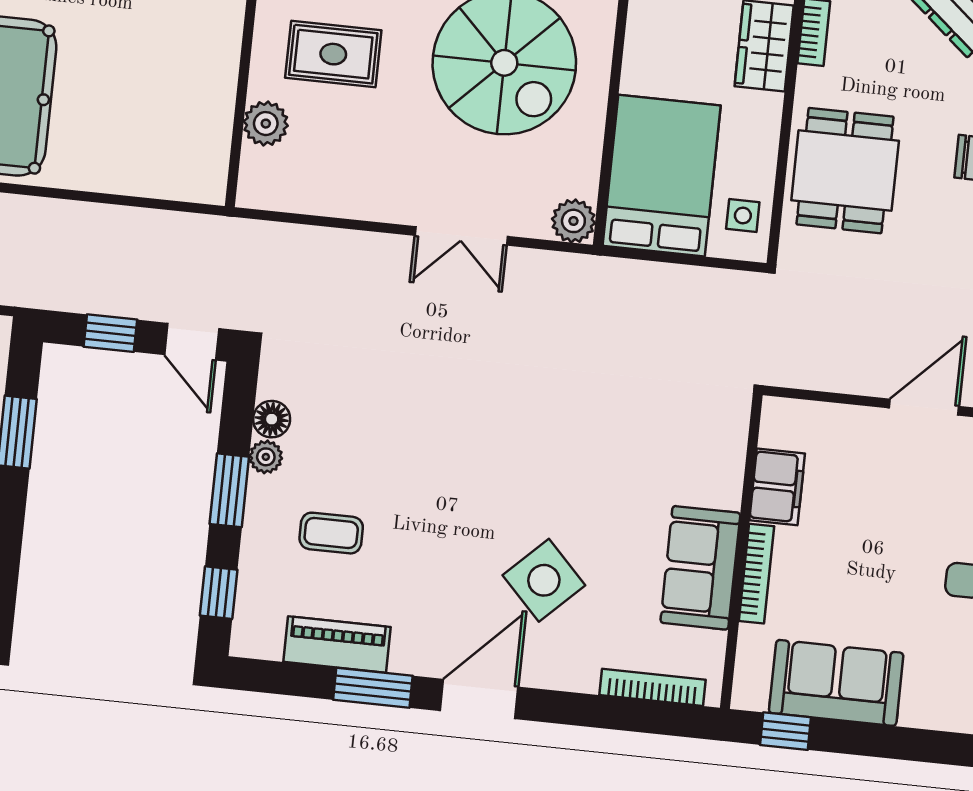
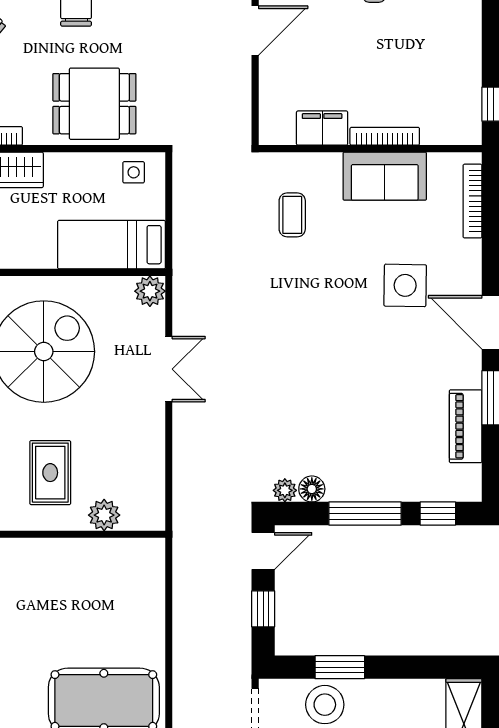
bed: (662, 176) -> (111, 245), width x0.67
door: (924, 407) -> (255, 31), swing flipped
plant: (266, 457) -> (285, 490), moved
window: (229, 490) -> (365, 514), width x1.44
coffee table: (331, 533) -> (292, 215), moved
side table: (544, 580) -> (405, 285), turned 45
sofa: (836, 683) -> (456, 72), removed

